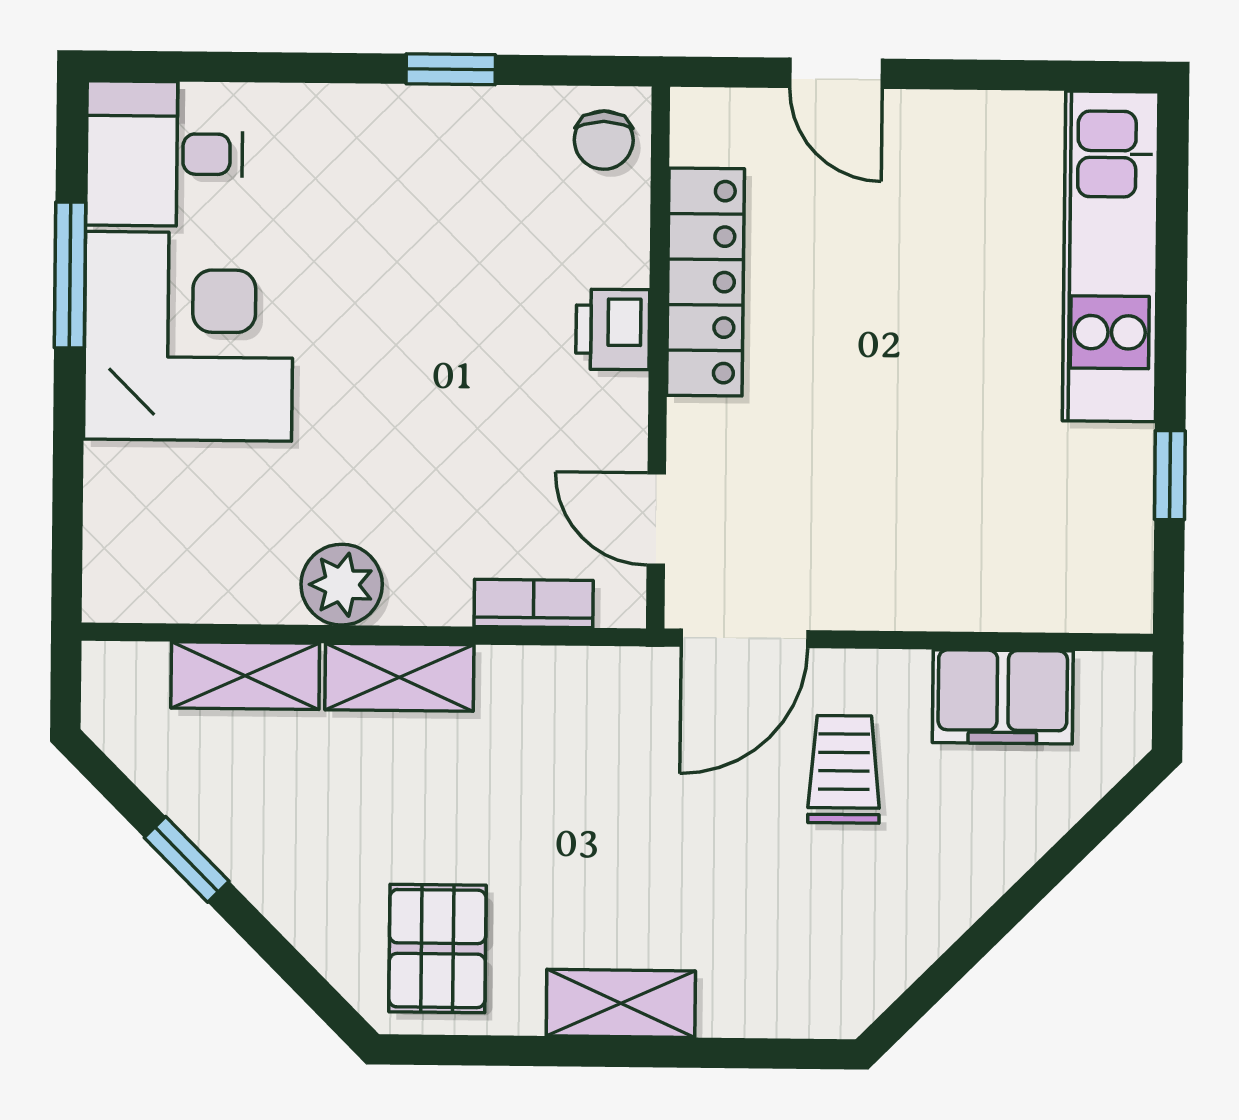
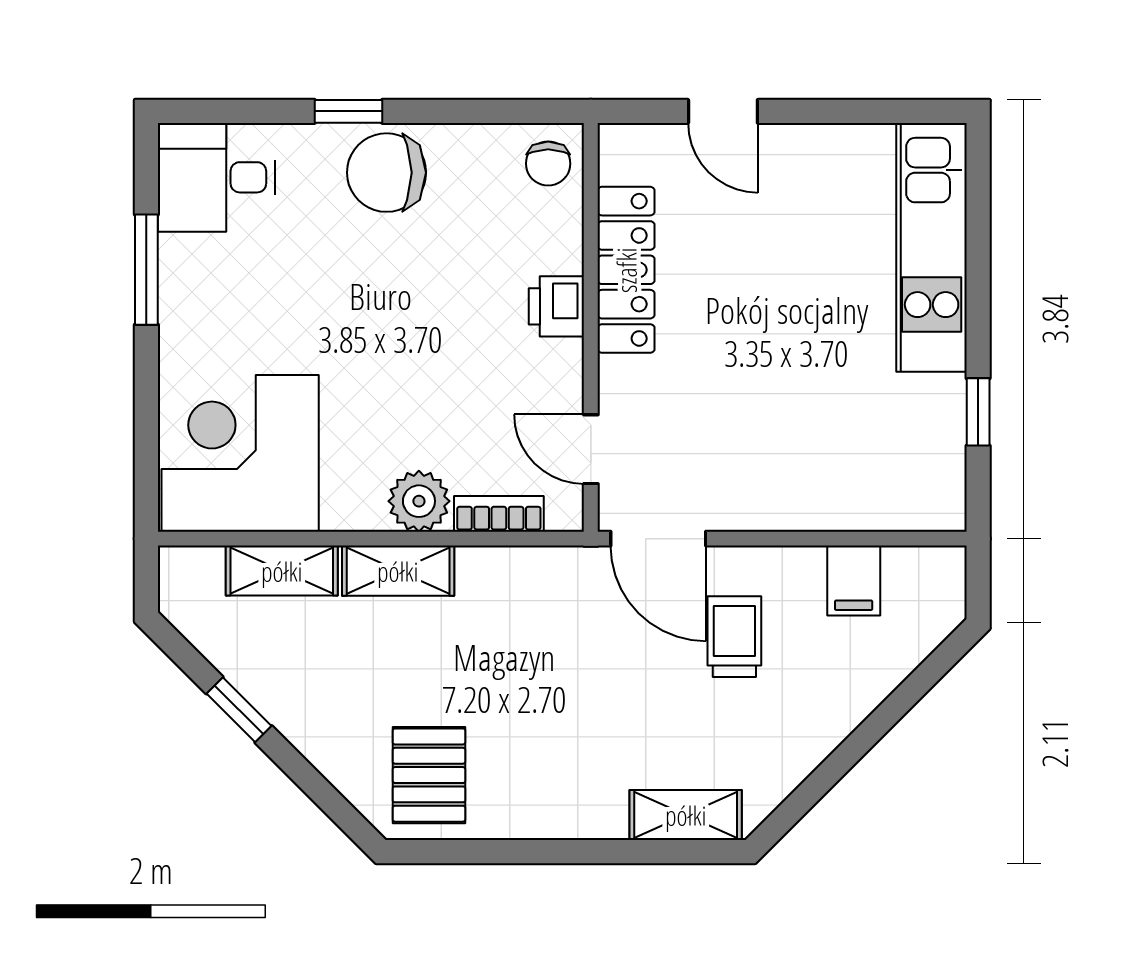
window: (451, 69) -> (348, 111), moved
chair: (390, 150) -> (387, 173), added
corner desk: (189, 336) -> (240, 453), moved, turned -90
plant: (342, 585) -> (419, 501), moved
door: (744, 638) -> (658, 539), hinge flipped
filing cabinet: (1003, 697) -> (854, 581), width x0.50
shelving: (621, 1003) -> (686, 815), moved

